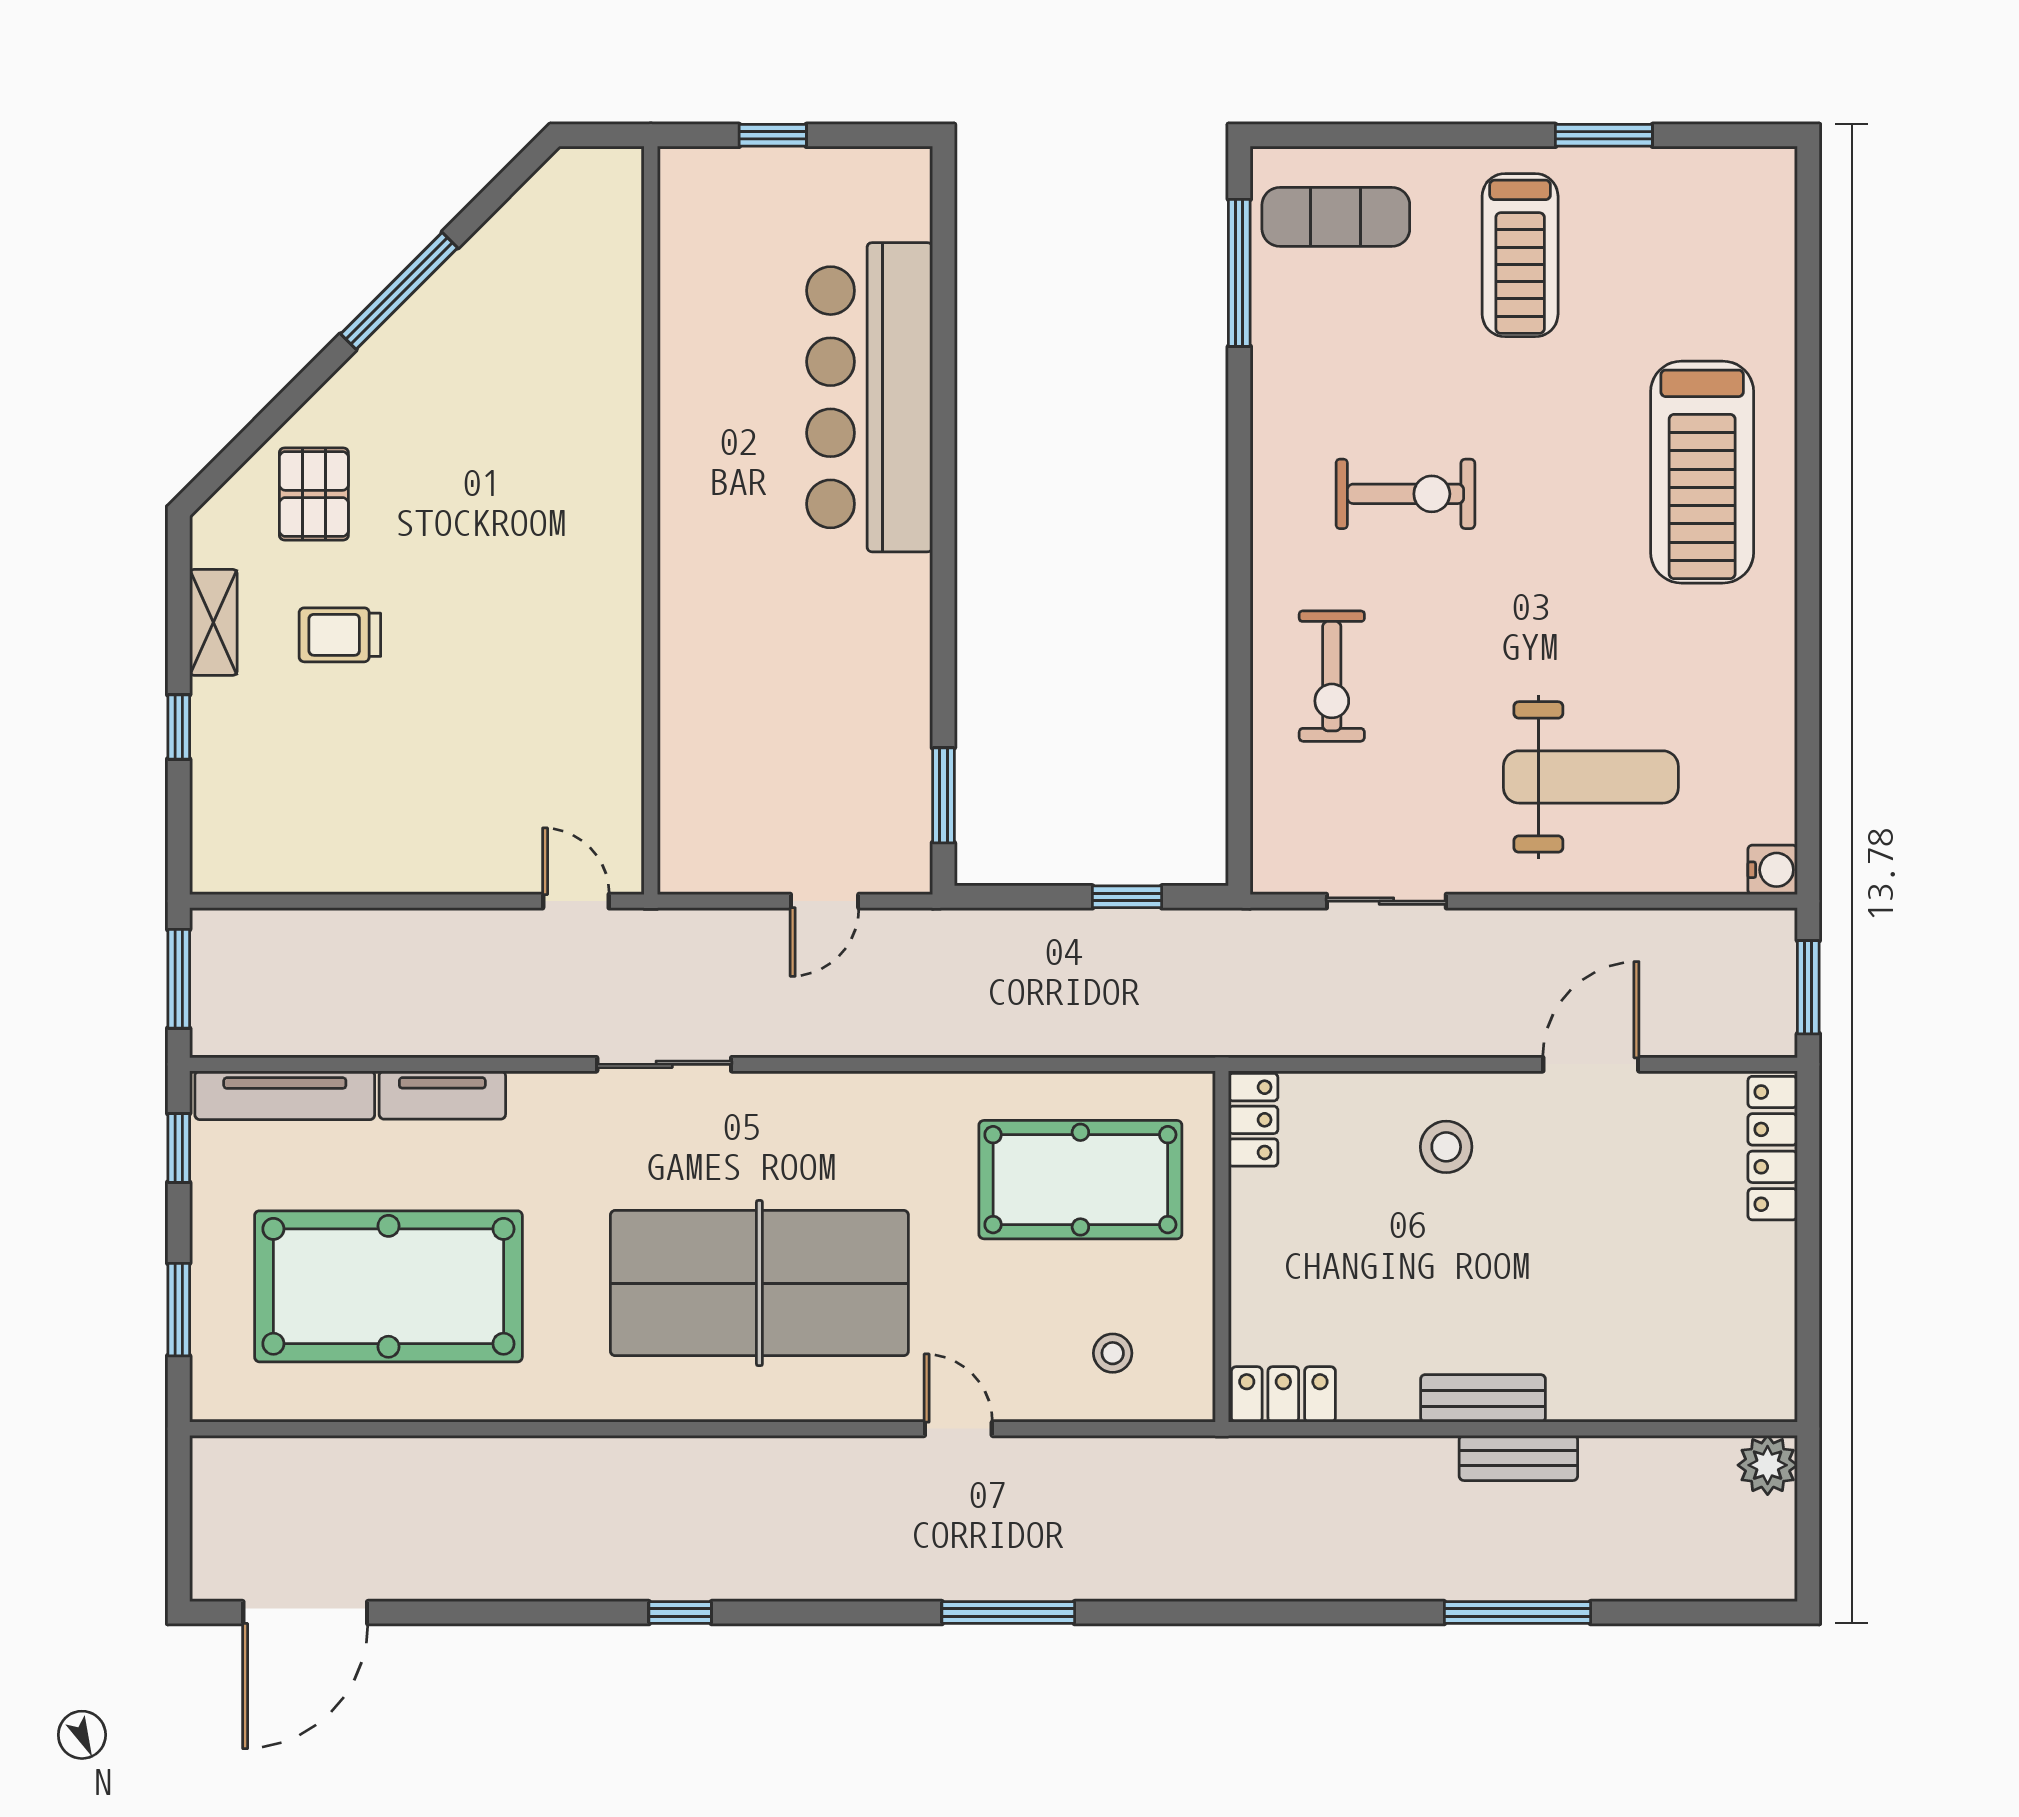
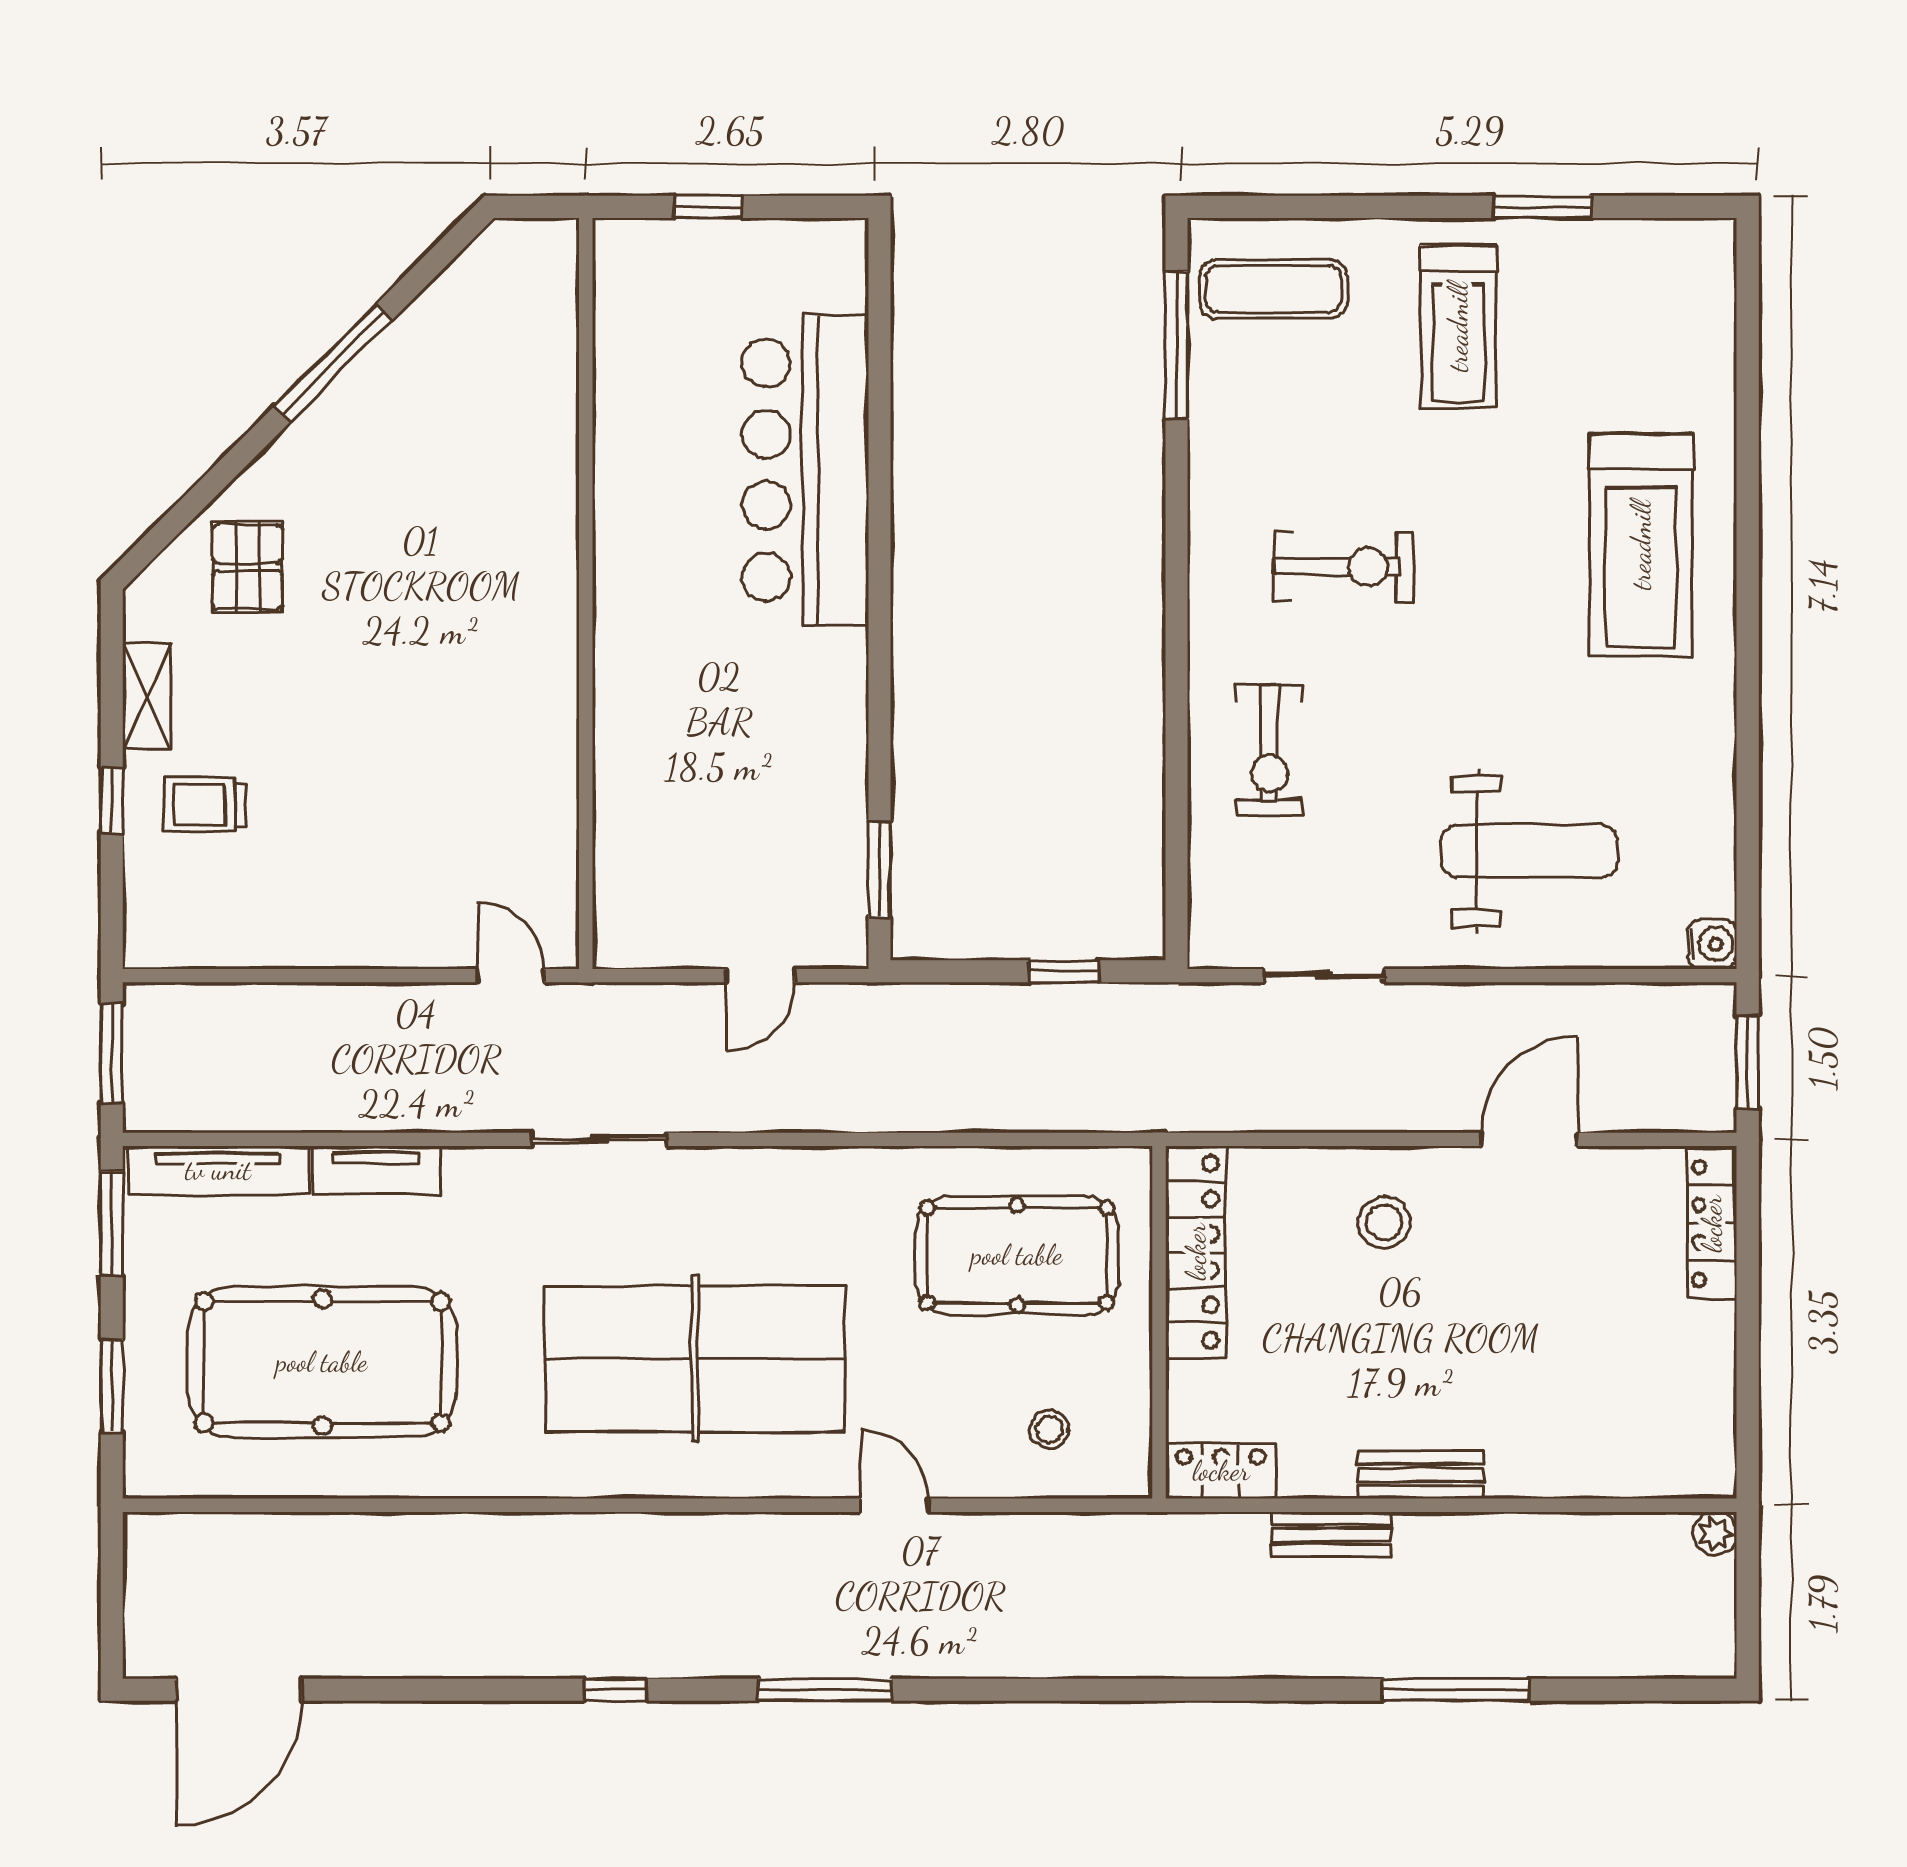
trolley: (340, 635) -> (205, 804), moved
locker: (1253, 1120) -> (1196, 1252), width x2.16, depth x1.21
window: (179, 1148) -> (112, 1223), width x1.50
bench: (1518, 1458) -> (1331, 1535), moved
plant: (1768, 1465) -> (1715, 1534), width x0.73, depth x0.73
window: (1008, 1613) -> (825, 1690), moved

